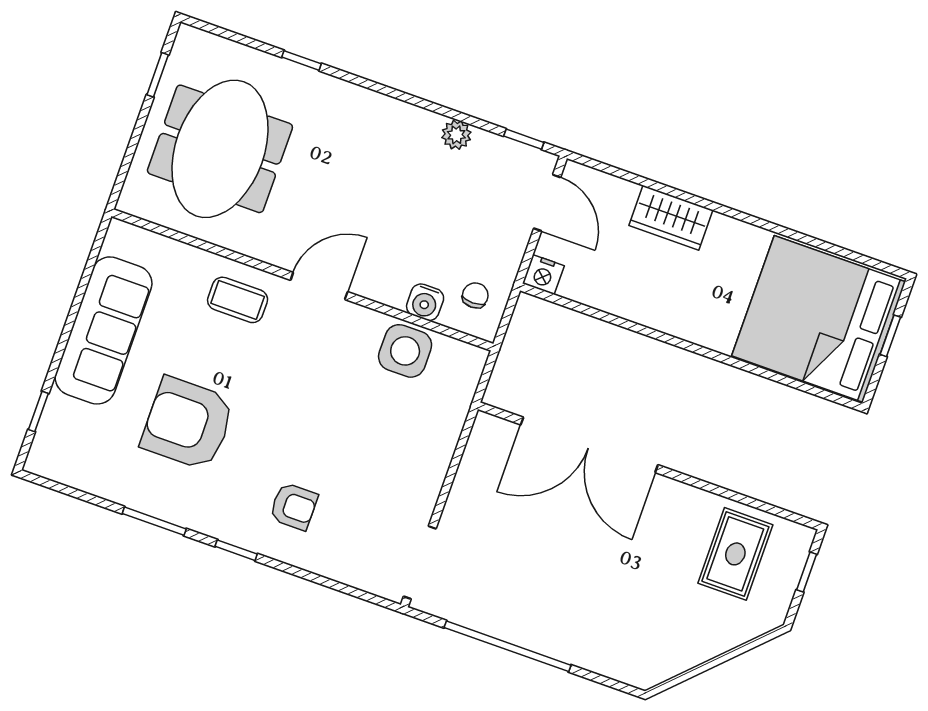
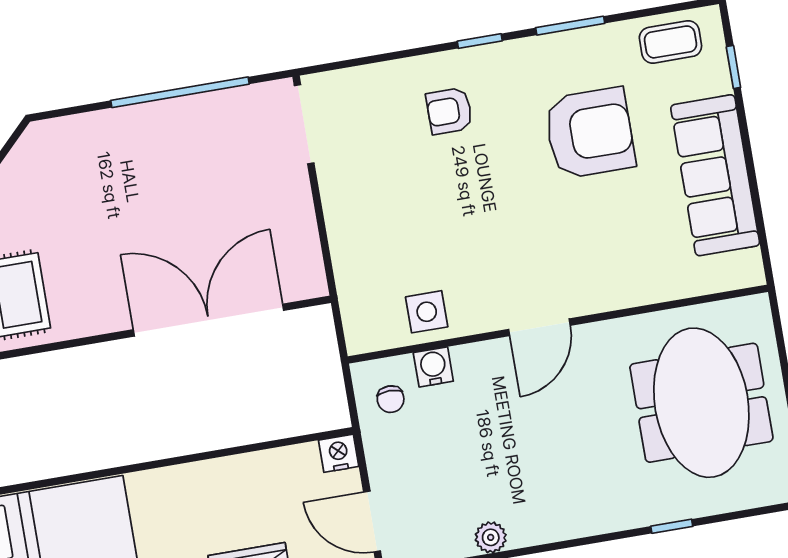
coffee table: (238, 300) -> (670, 42), moved
side table: (405, 351) -> (427, 312), width x0.73, depth x0.73

